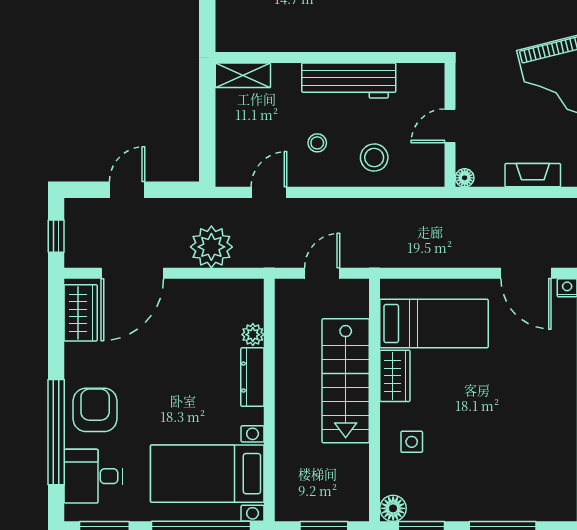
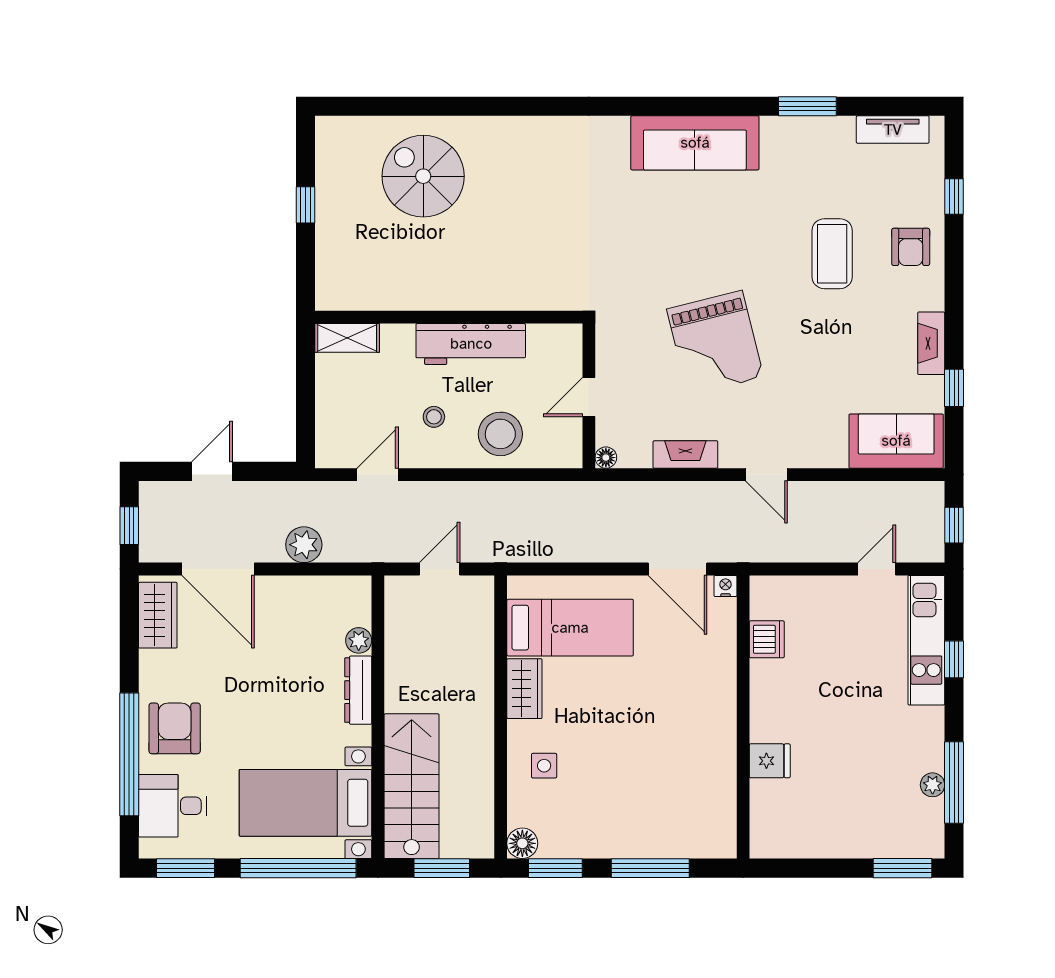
stool: (374, 158) -> (500, 434), width x1.38, depth x1.38
plant: (211, 247) -> (304, 545), width x0.73, depth x0.73
door: (132, 273) -> (218, 569), hinge flipped
stairs: (346, 381) -> (412, 786), moved, turned 180

